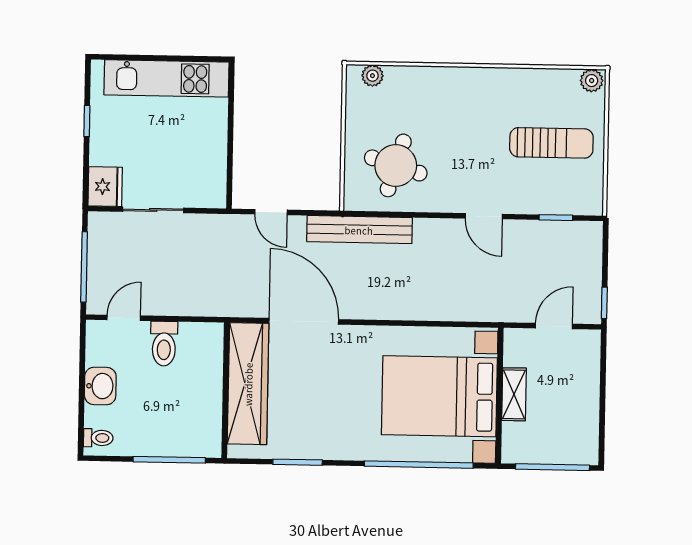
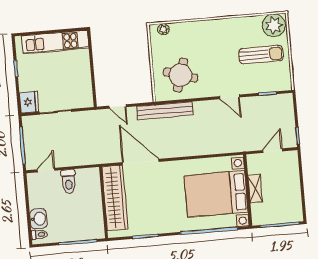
plant: (592, 81) -> (274, 25), width x1.87, depth x1.87
washbasin: (100, 386) -> (39, 219), moved

